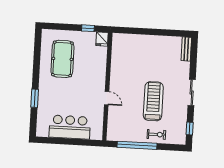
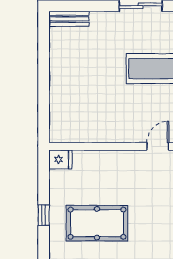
window: (88, 28) -> (44, 215), moved

